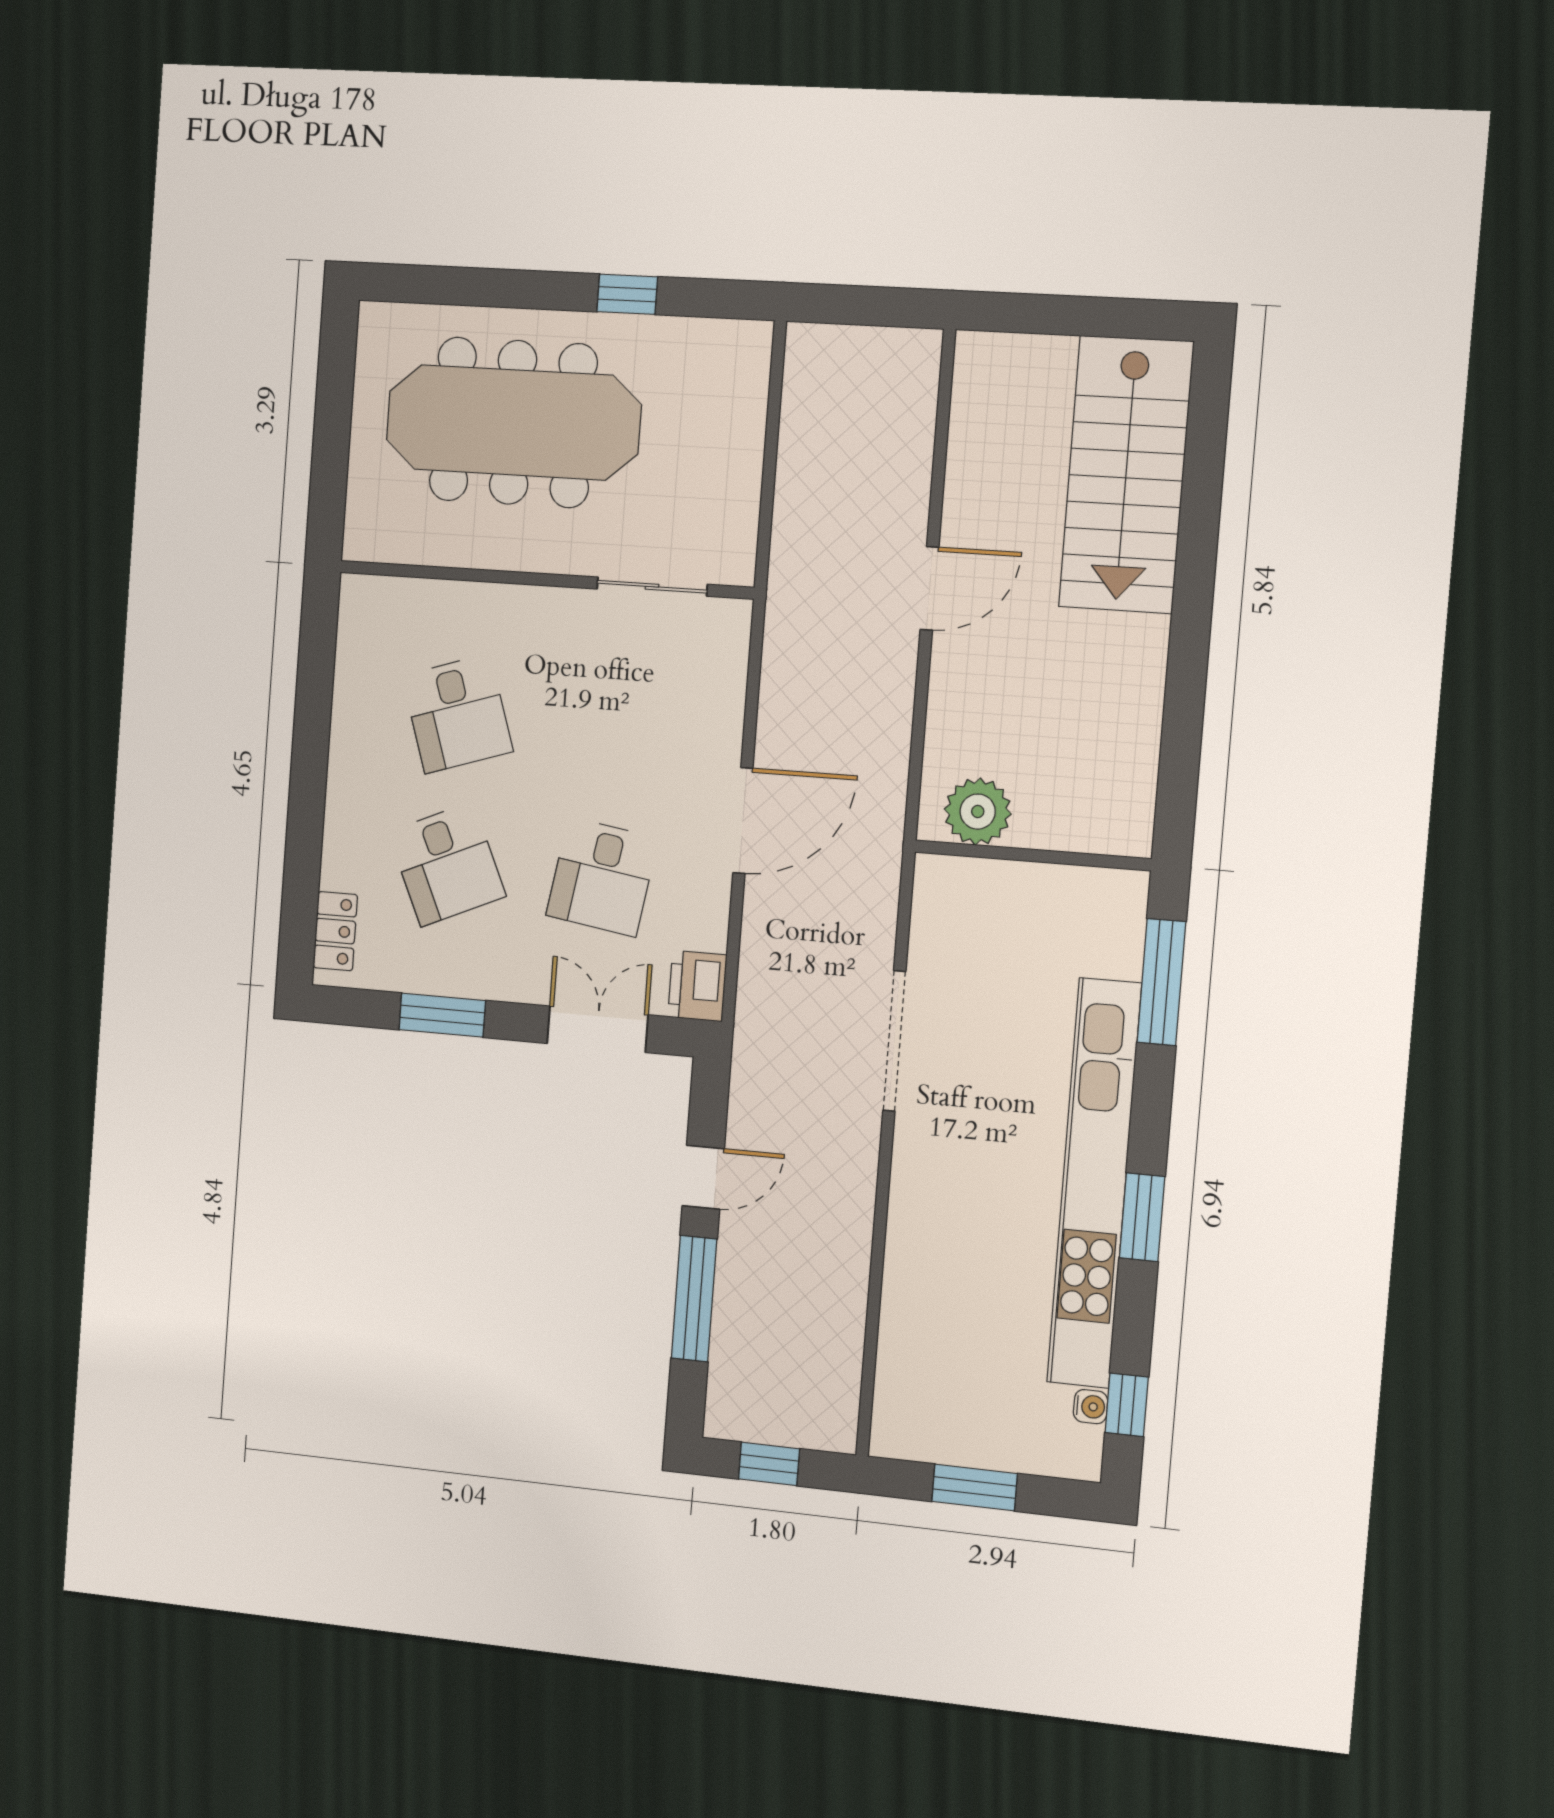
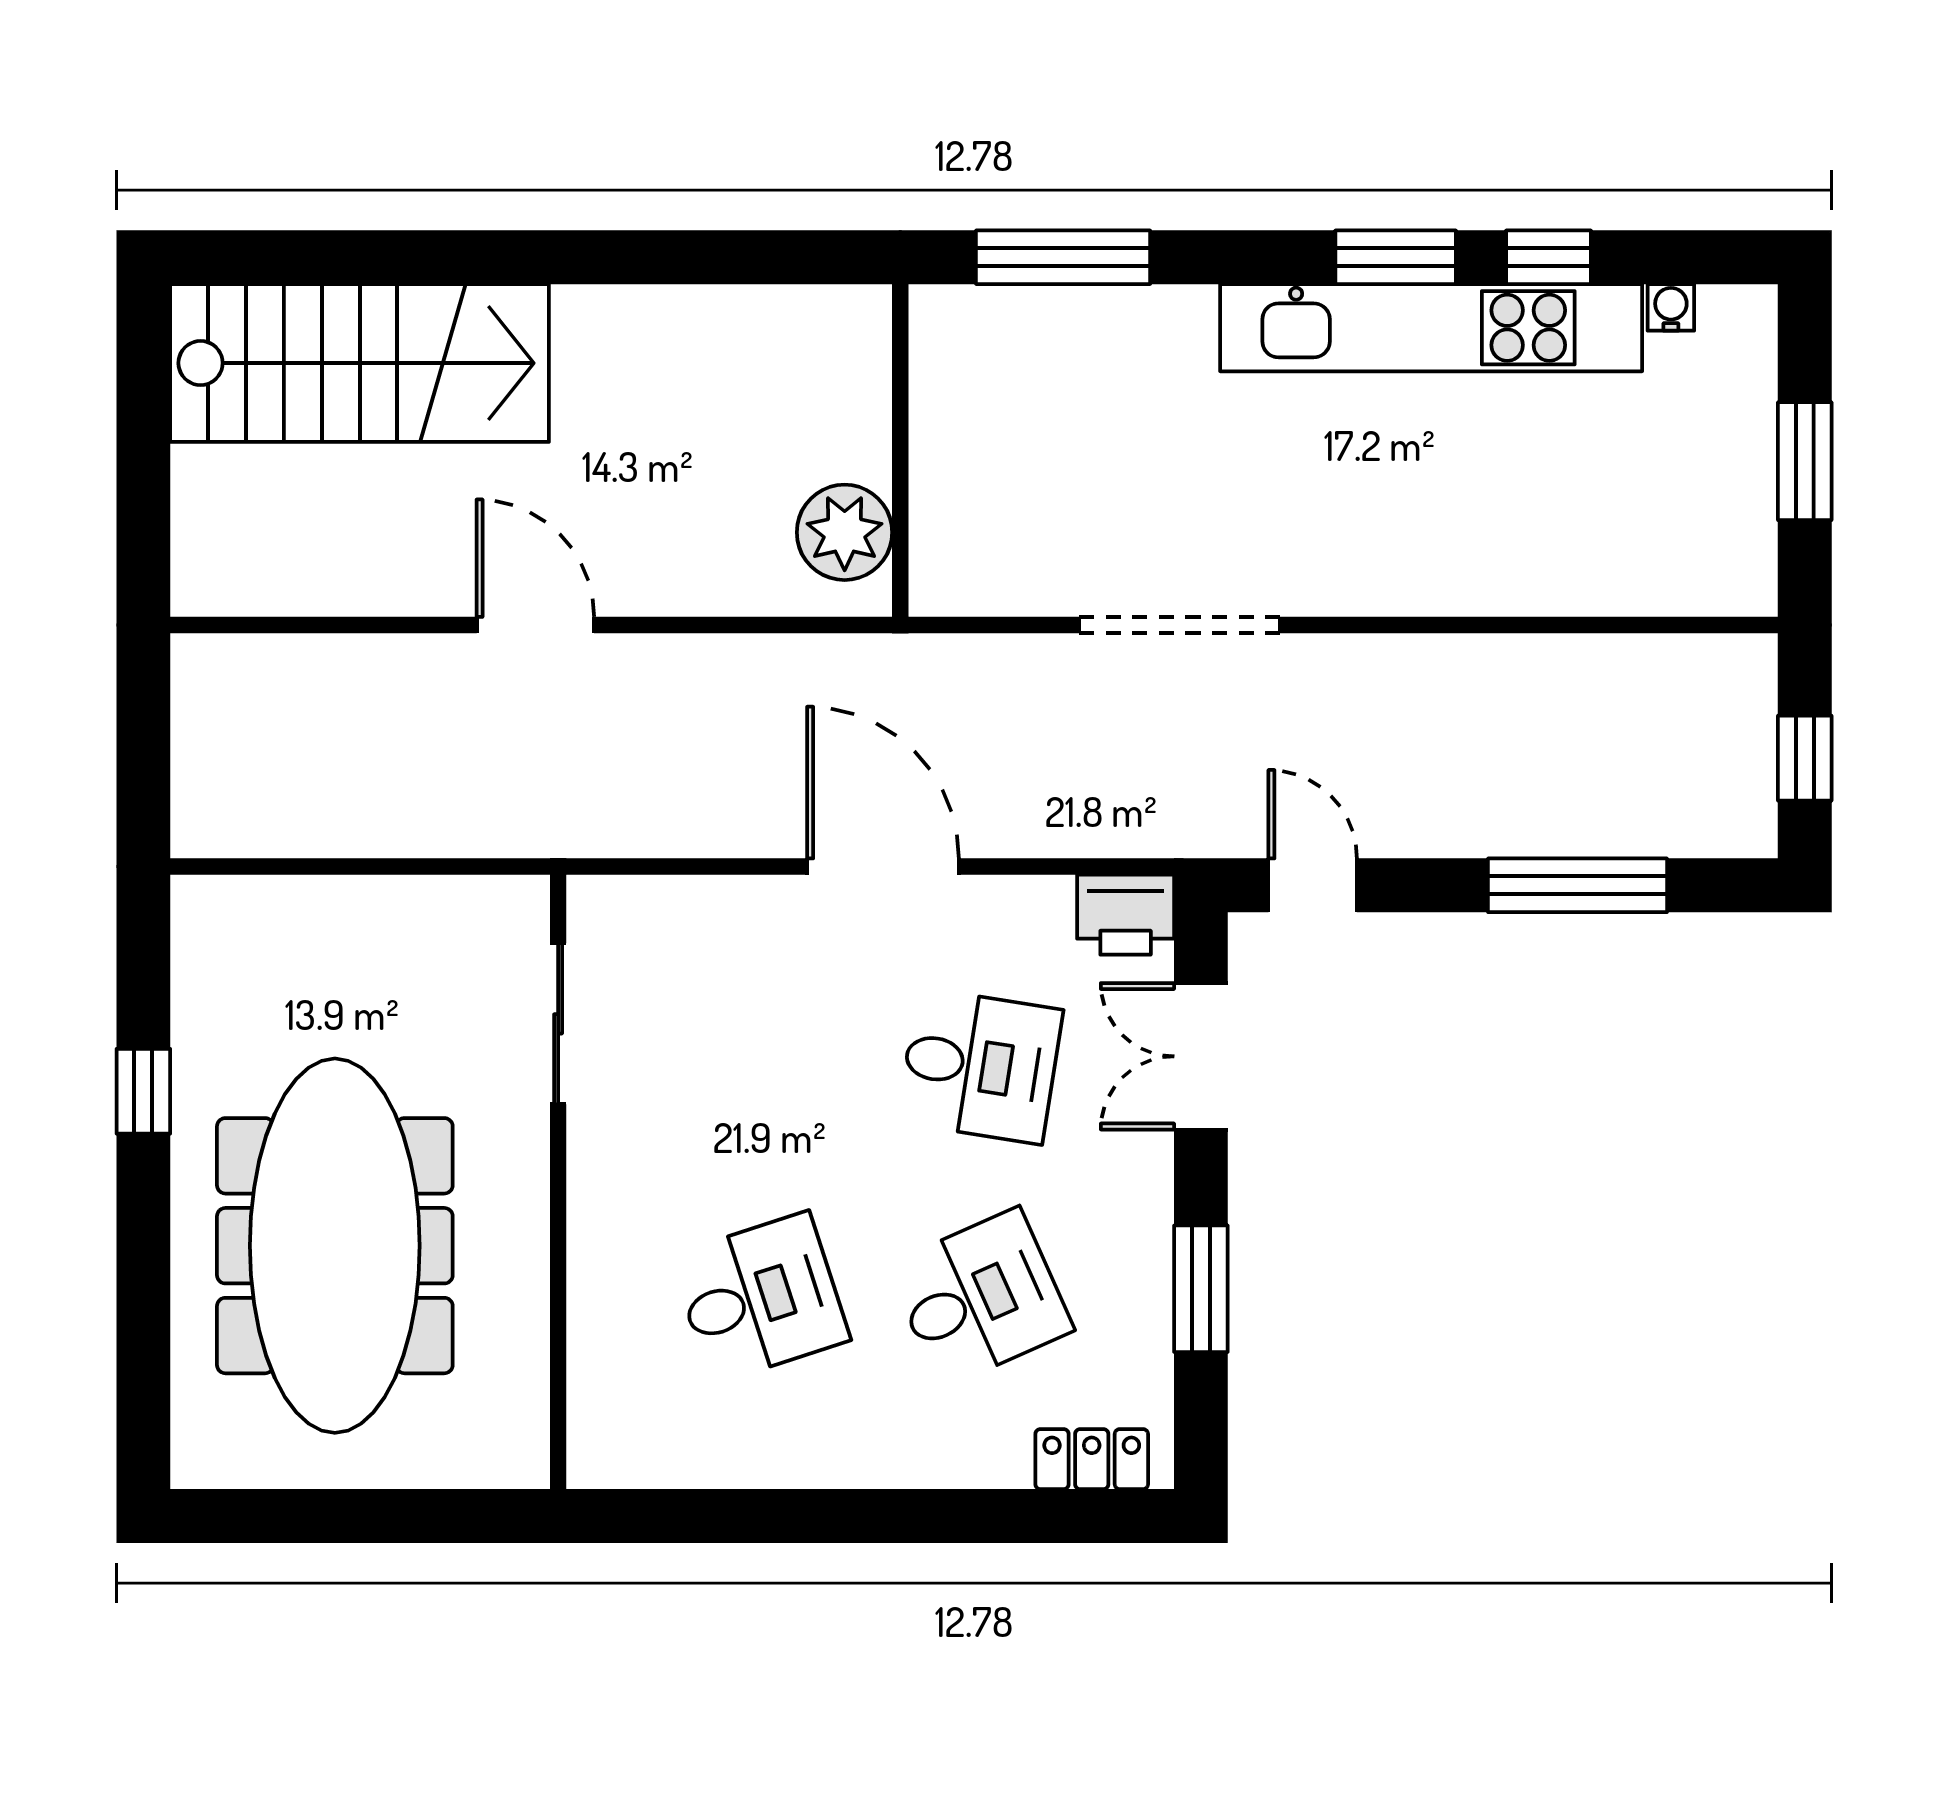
door: (703, 1177) -> (1313, 885), moved
kitchen unit: (1094, 1183) -> (1431, 328), width x0.73
window: (1127, 1405) -> (1548, 257), moved

